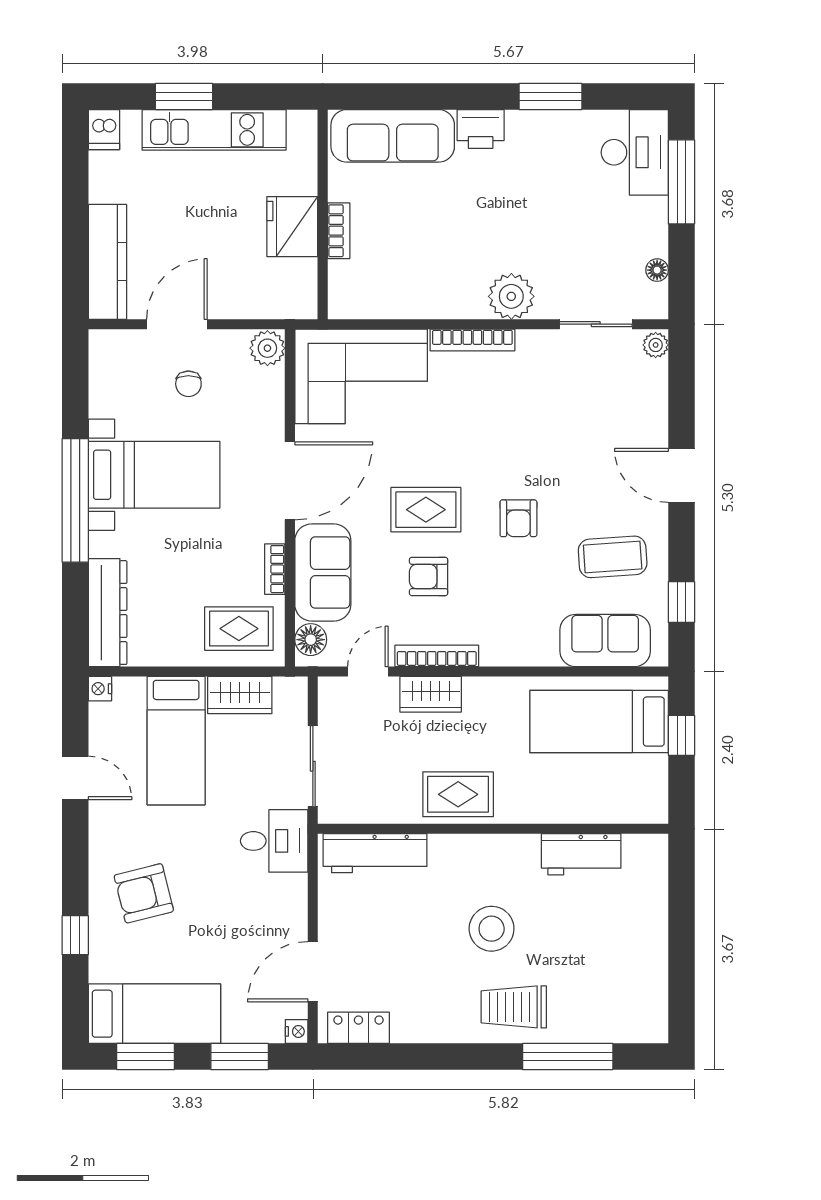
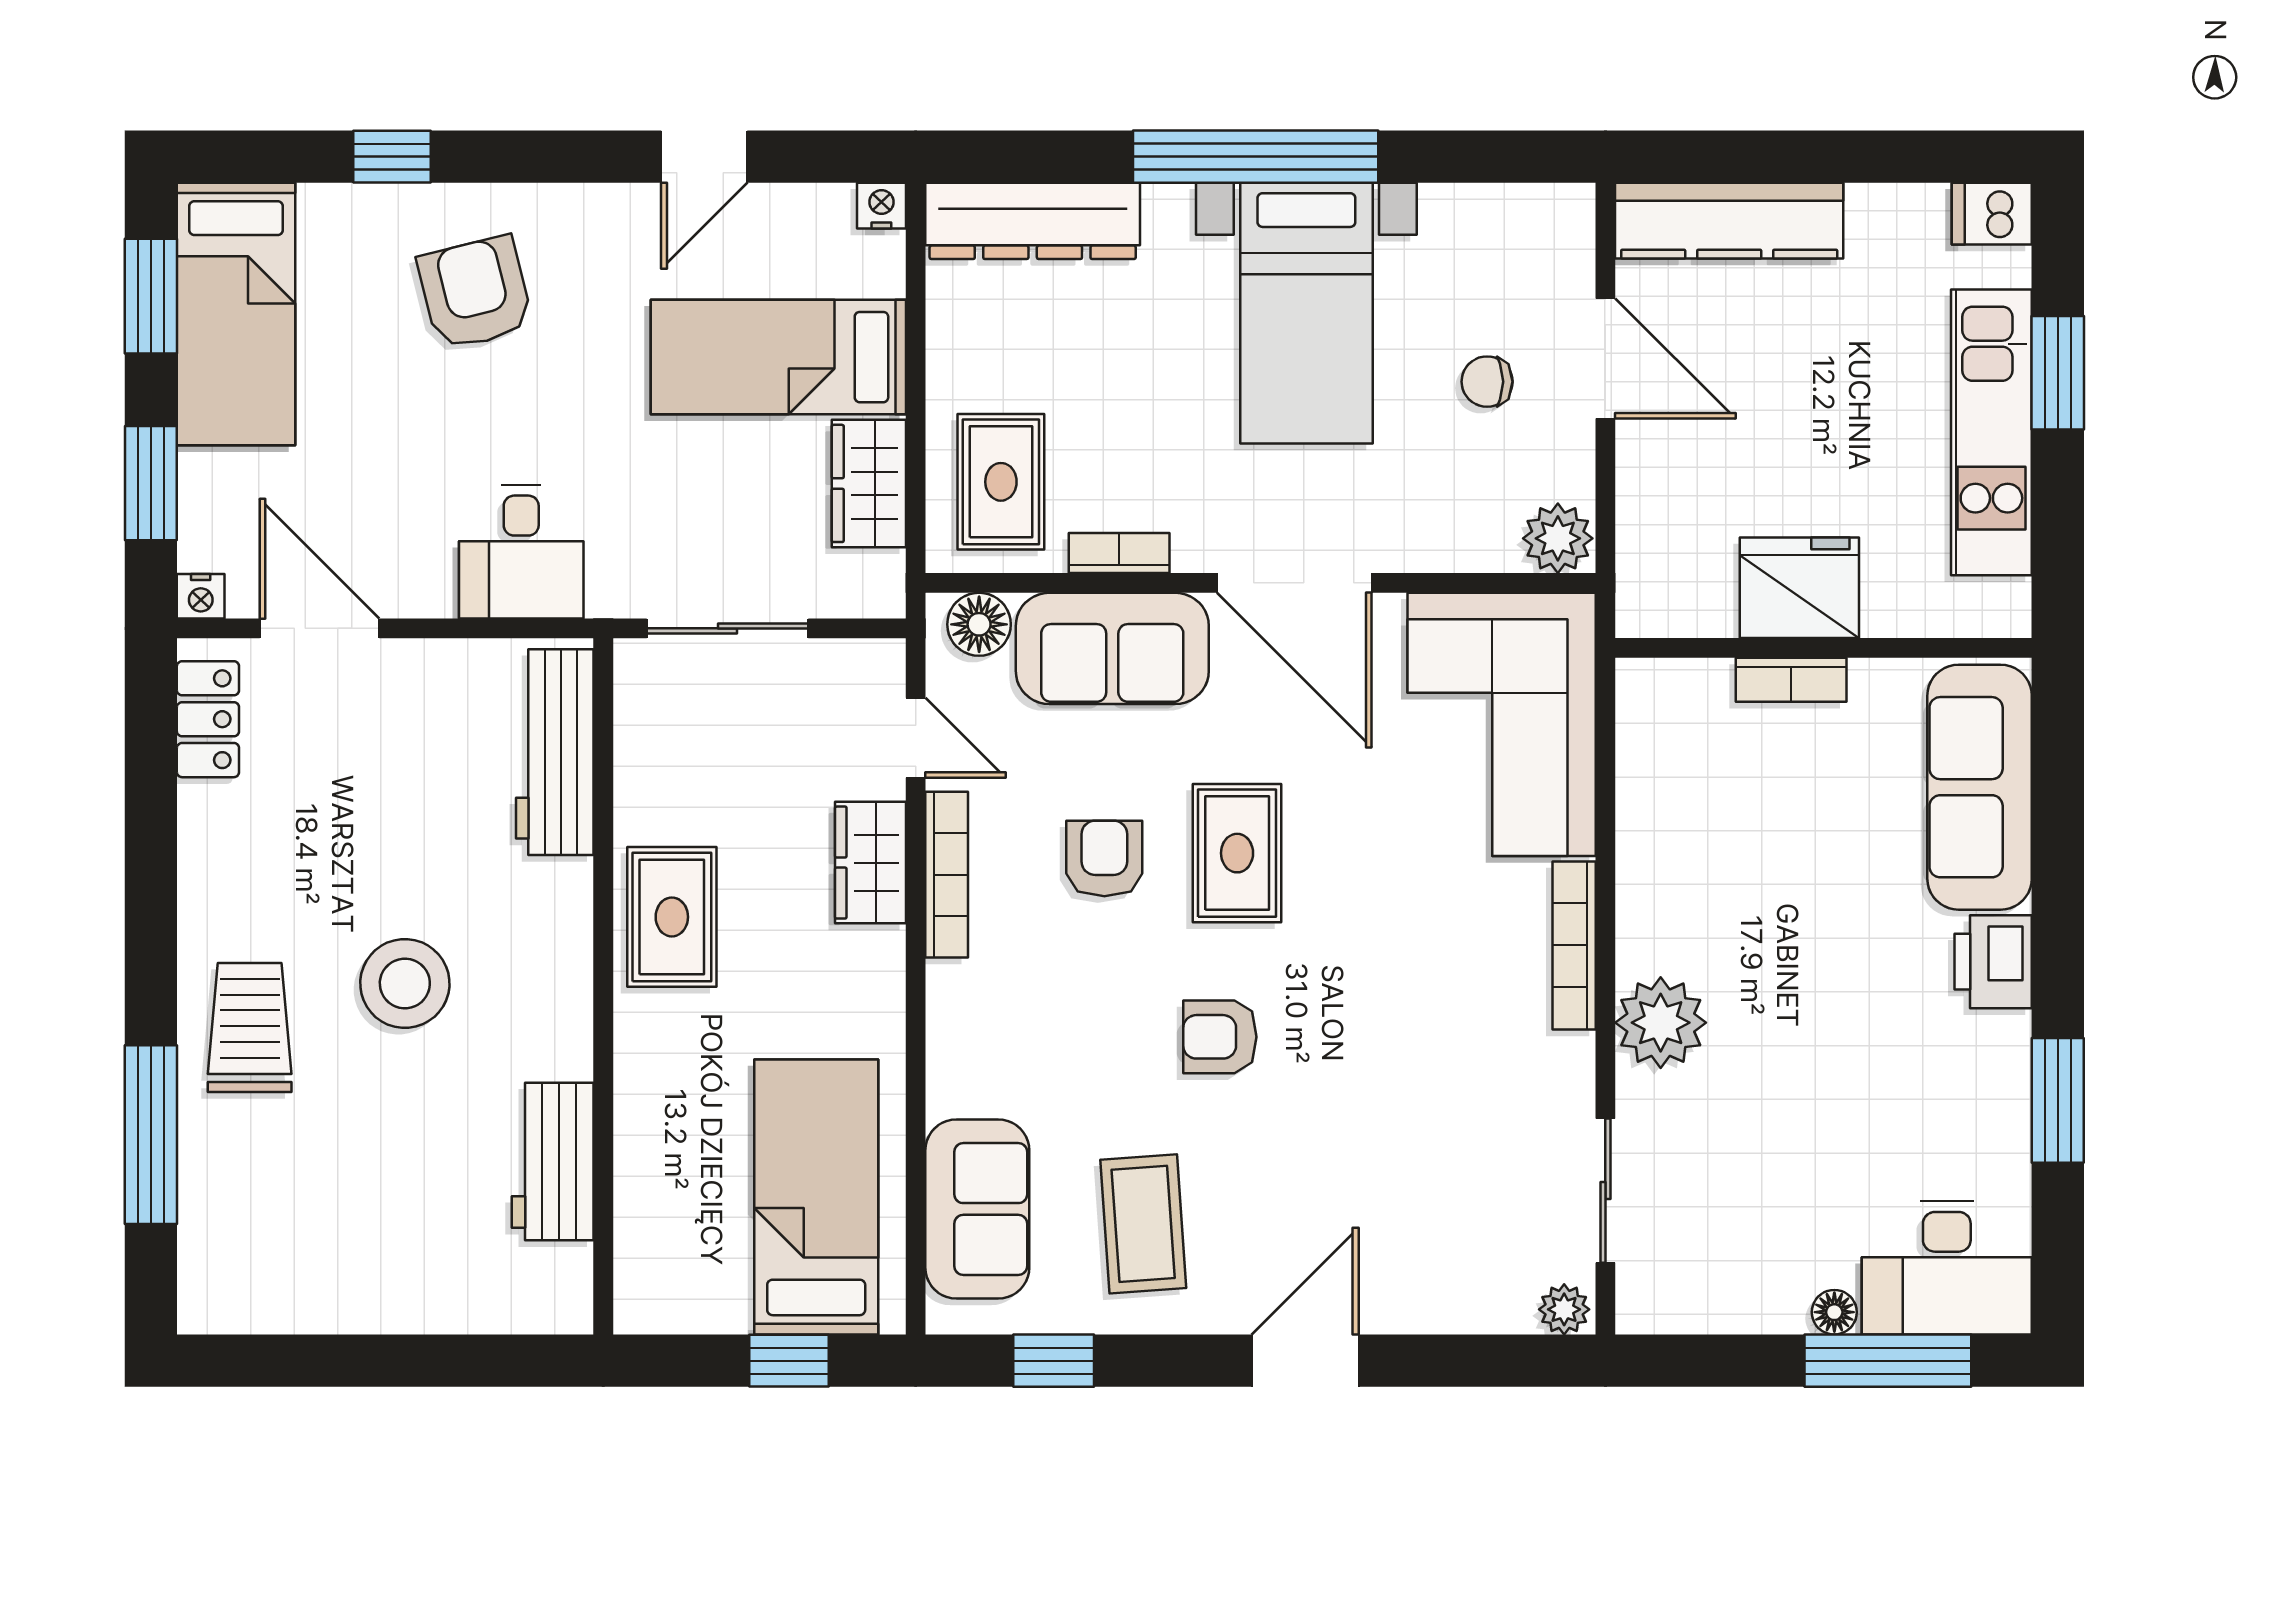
floor lamp: (657, 270) -> (1834, 1312), moved
desk: (274, 841) -> (521, 552), moved

